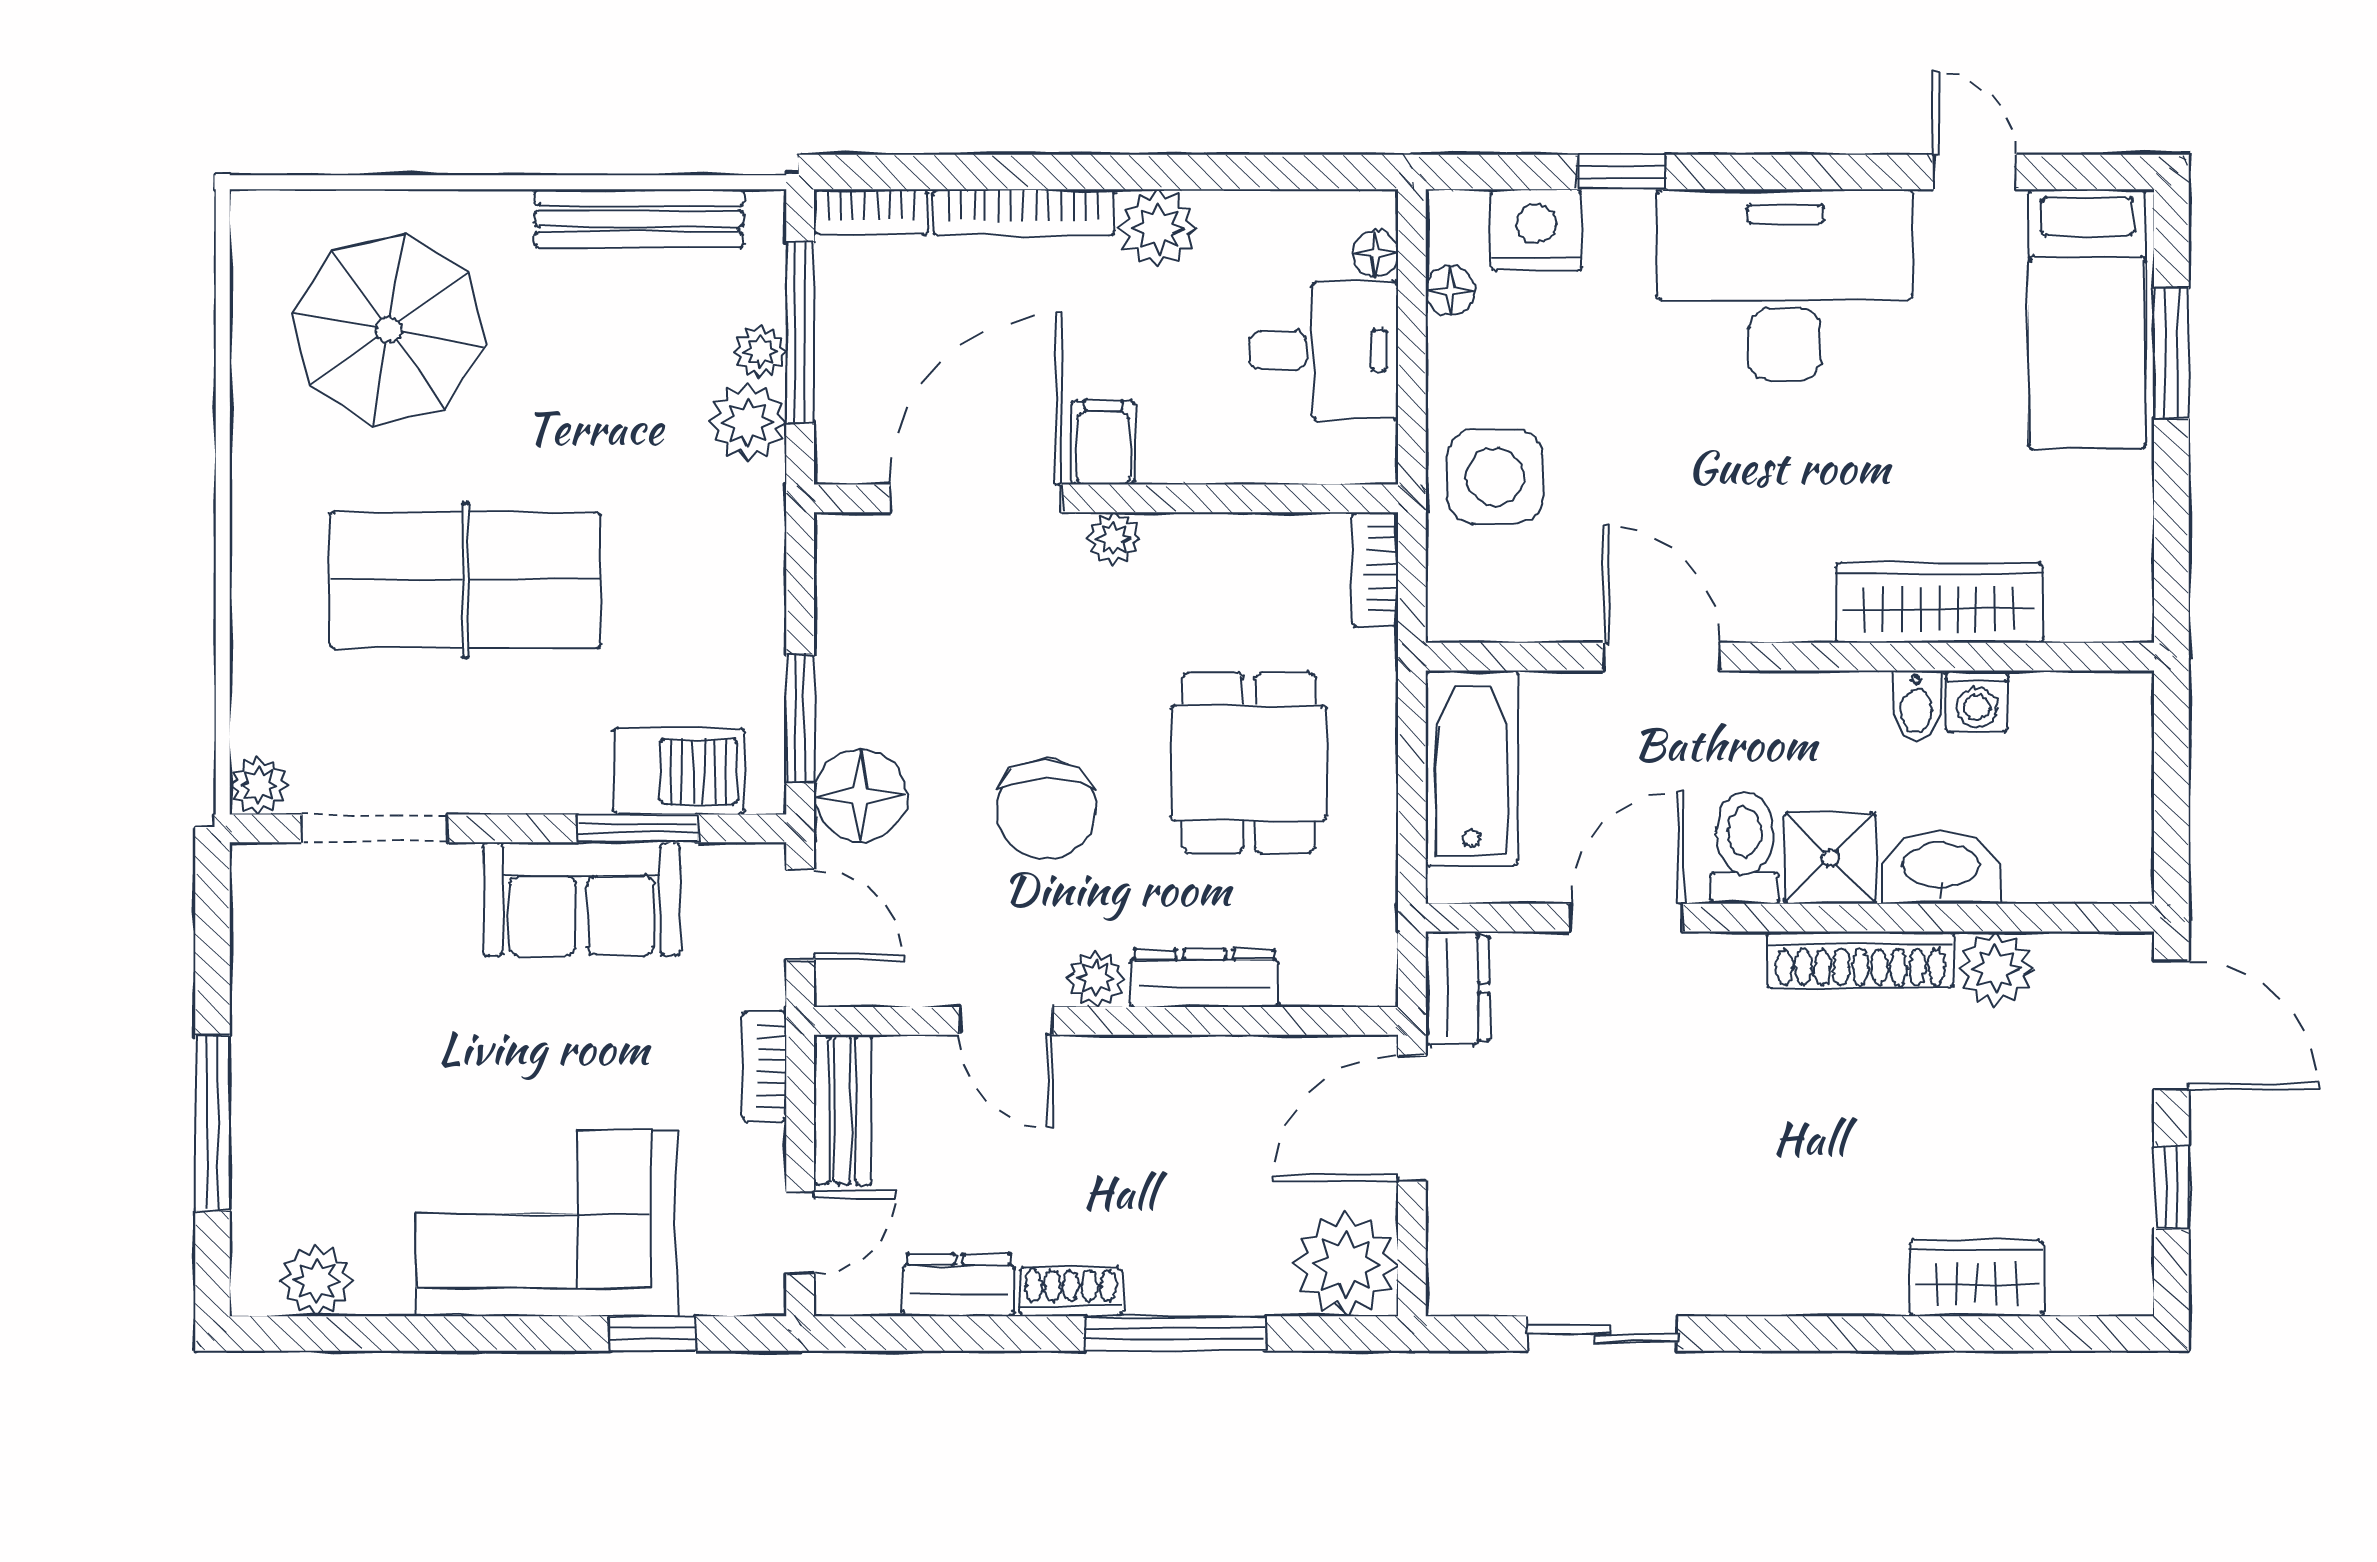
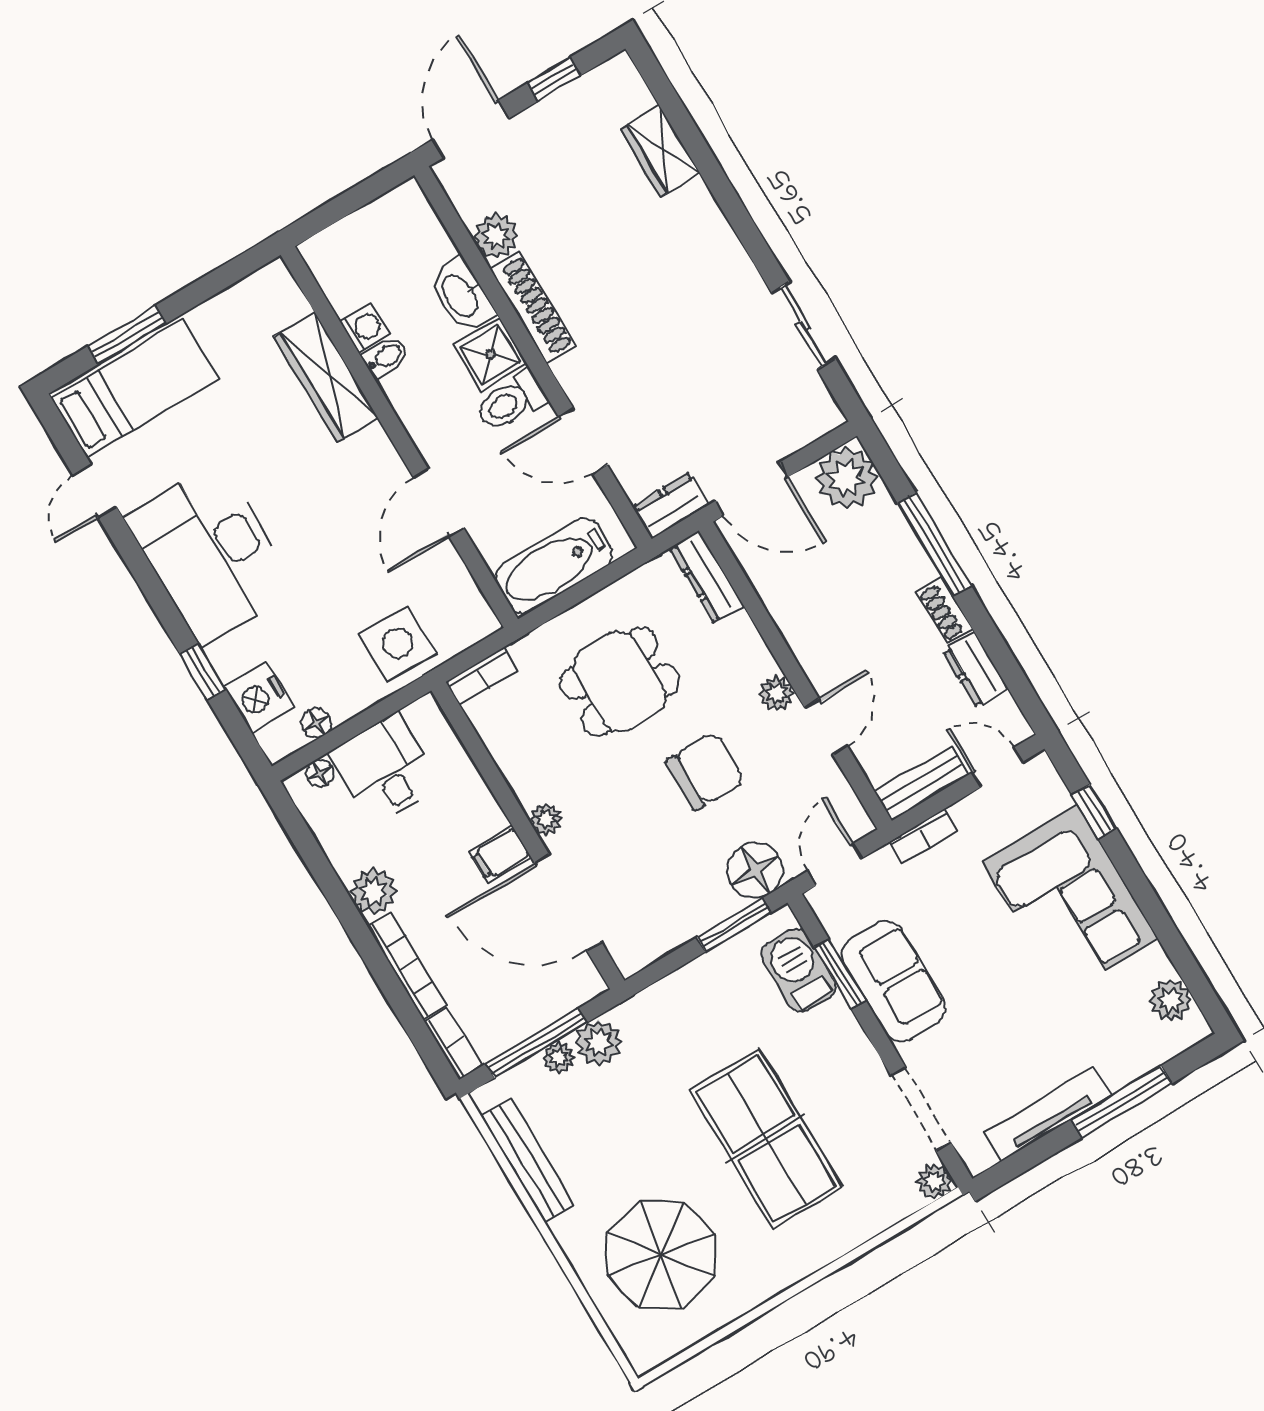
dresser: (1204, 978) -> (707, 577), moved
tv unit: (259, 1007) -> (1048, 1114), added

